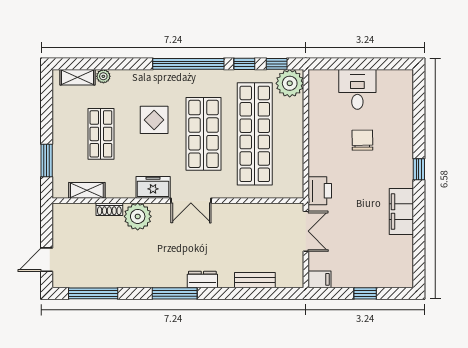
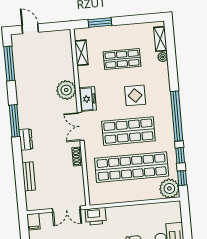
shoe rack: (109, 209) -> (77, 156), moved

